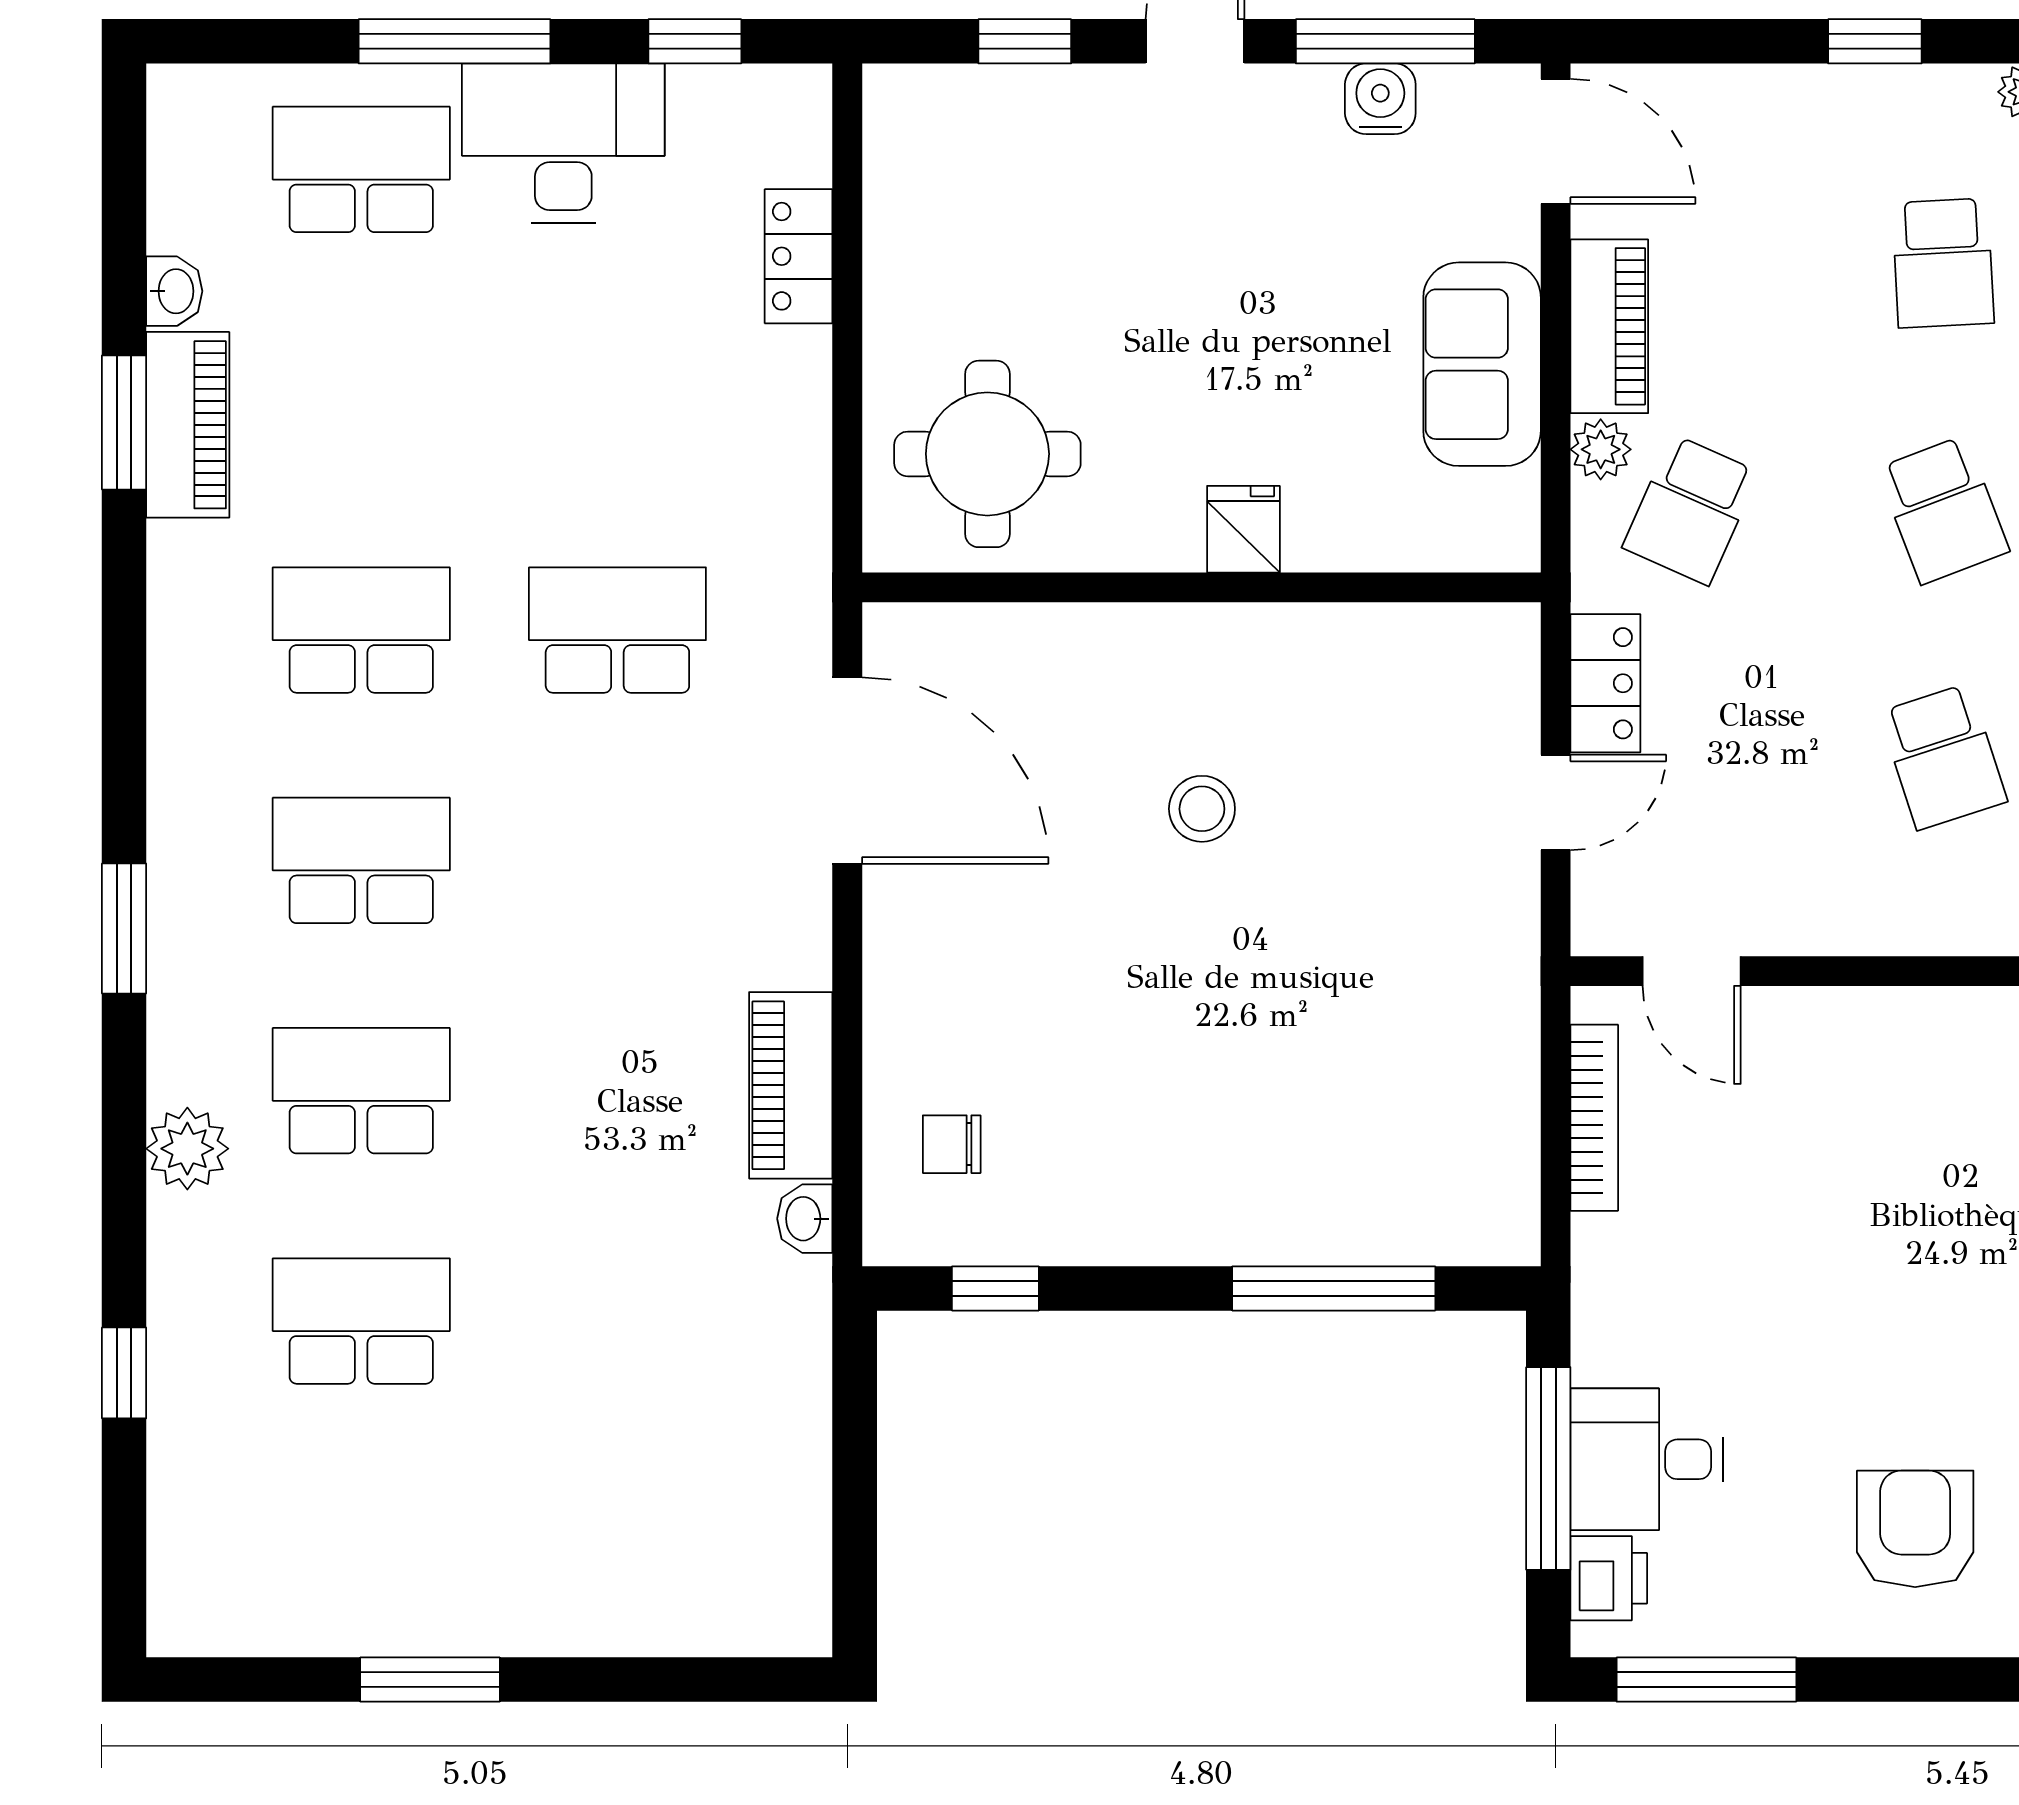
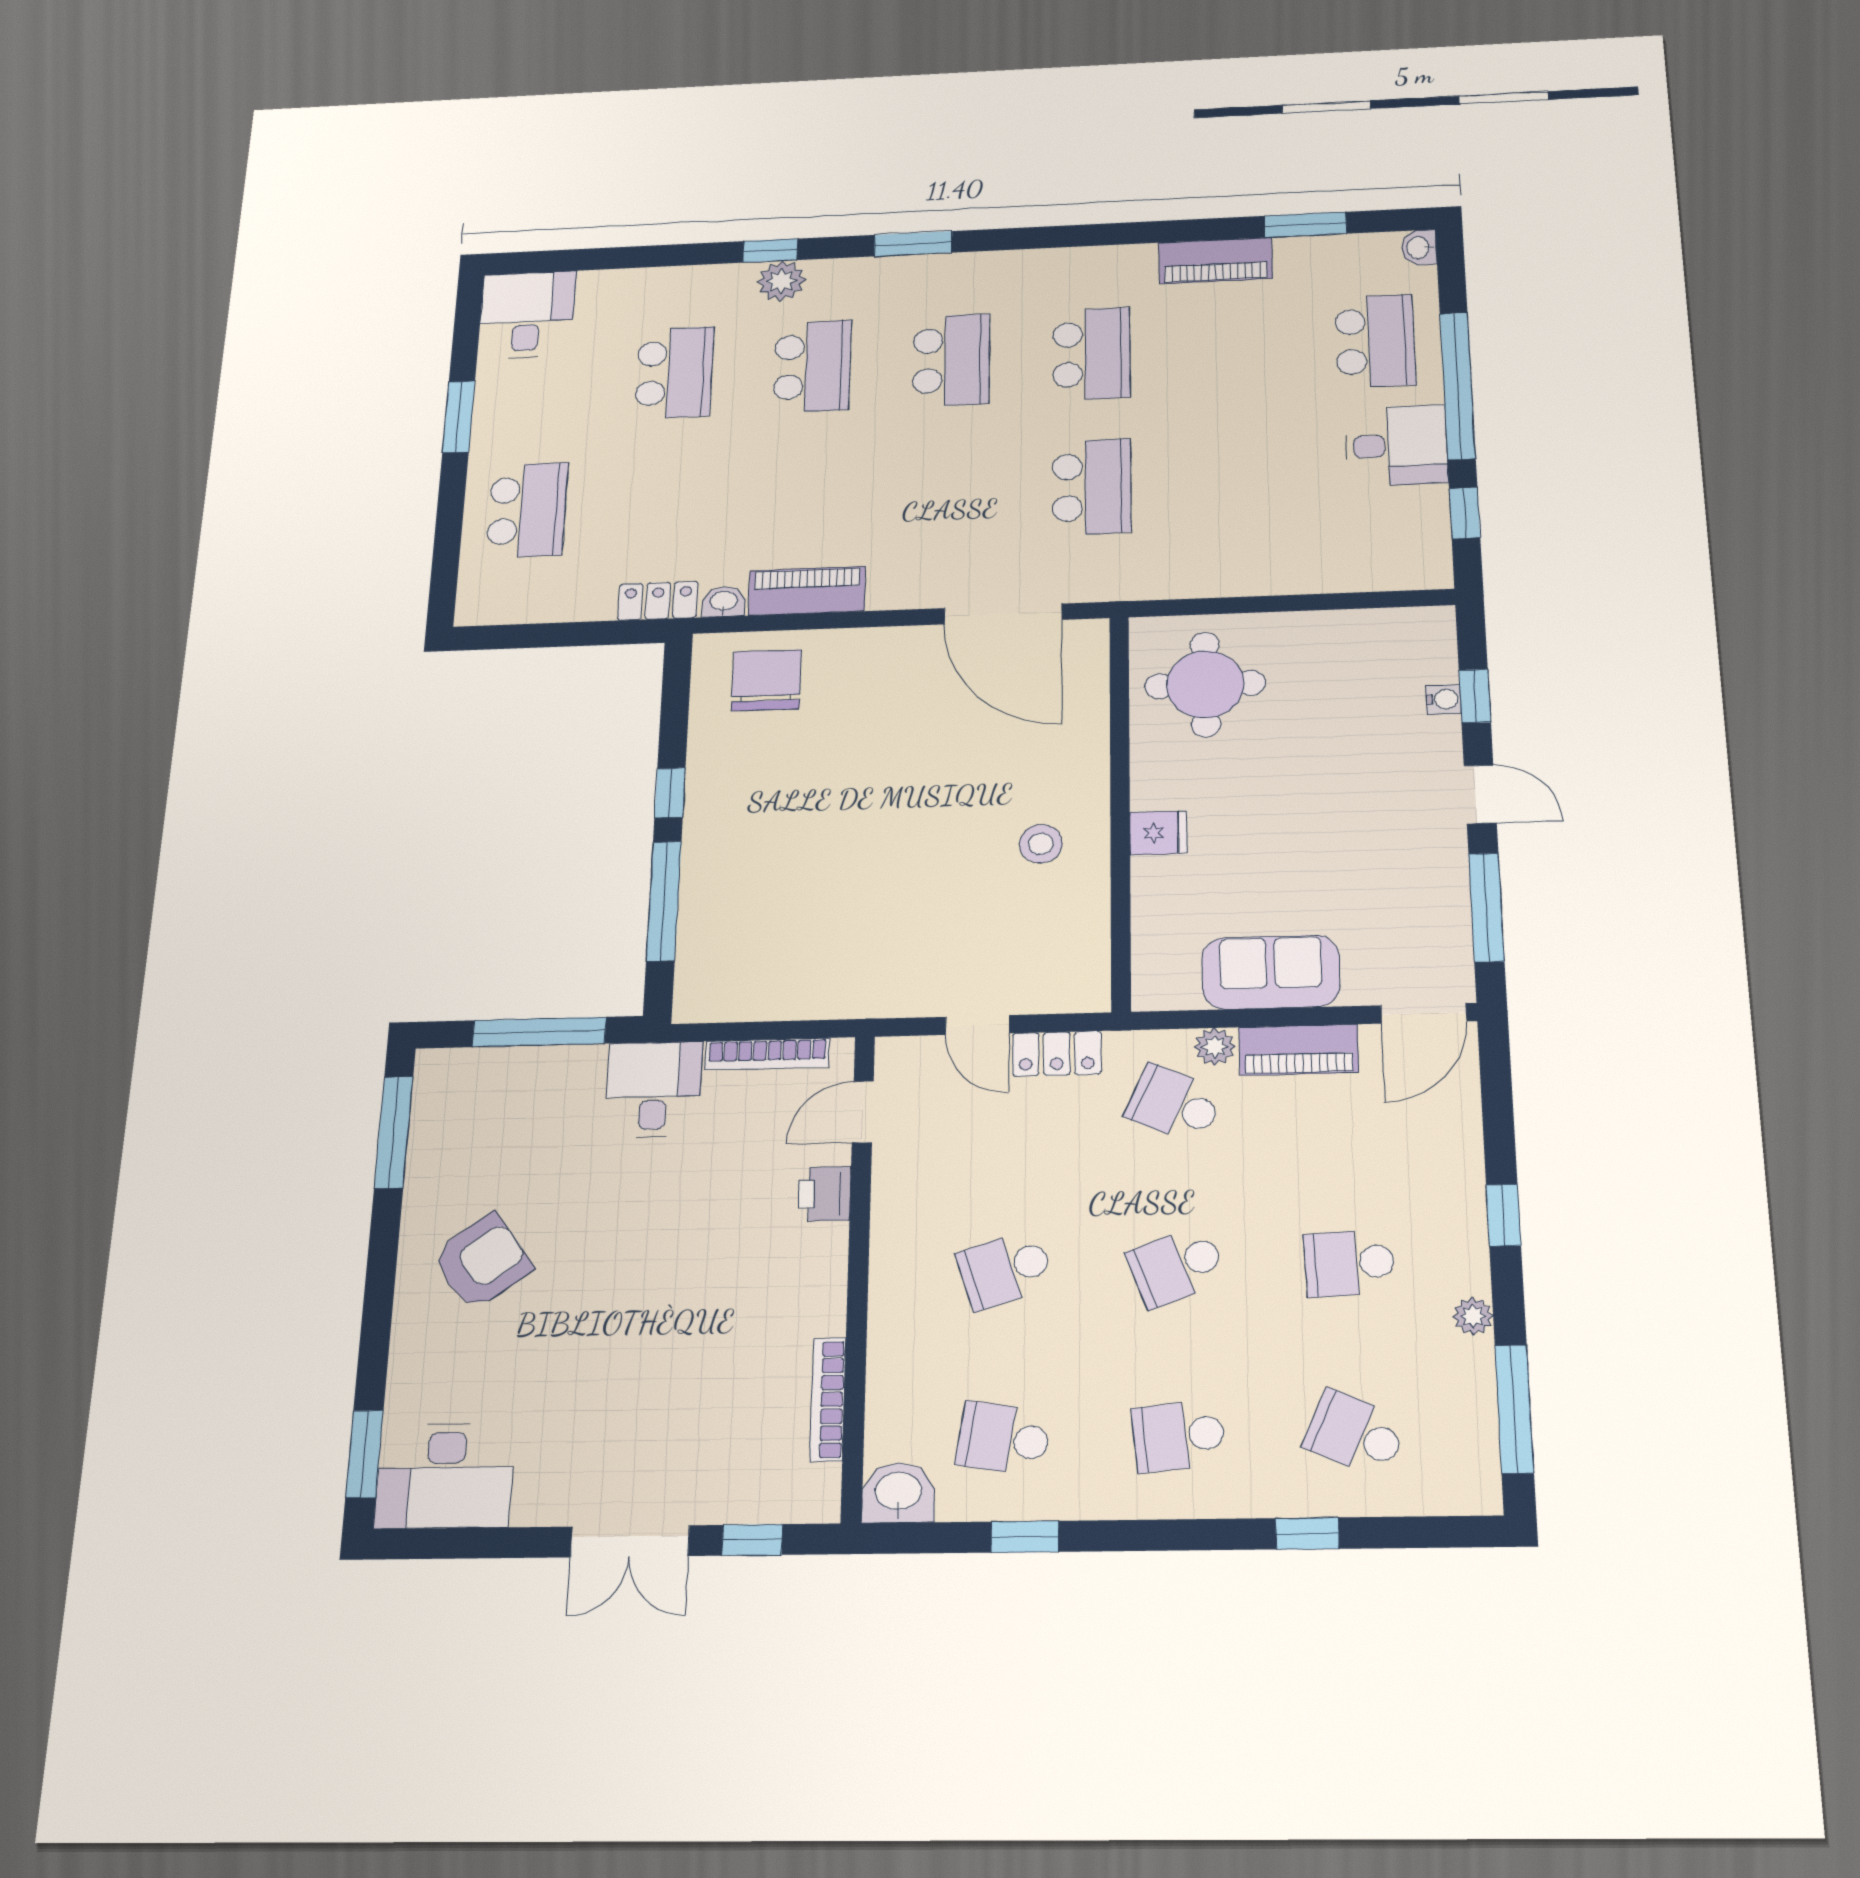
window: (454, 41) -> (1458, 386), width x1.46
water cooler: (1380, 99) -> (1443, 699), moved, width x0.72, depth x0.72
desk: (563, 143) -> (1396, 445), width x0.73
locker: (799, 256) -> (658, 601), moved
washbasin: (174, 291) -> (1419, 248), moved, turned 90
window: (124, 422) -> (1305, 225), moved
door: (847, 771) -> (1003, 614), hinge flipped
stool: (1202, 809) -> (1041, 844), moved
chair: (952, 1144) -> (766, 680), width x1.87, depth x1.87
window: (995, 1288) -> (670, 793), moved
window: (124, 1373) -> (770, 251), moved
desk: (1647, 1459) -> (654, 1089), moved
armchair: (1915, 1529) -> (482, 1262), turned -36
school desk: (617, 1551) -> (527, 510), added
desk: (231, 1578) -> (527, 315), added
printer: (1609, 1578) -> (825, 1194), moved, turned 90

